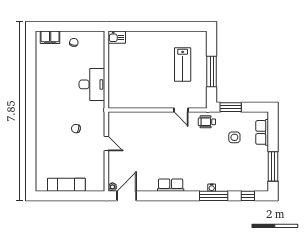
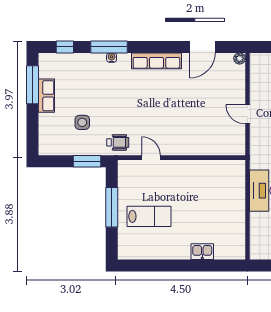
kitchen sink: (117, 37) -> (202, 252), moved
lab bench: (183, 64) -> (149, 216), turned 90
row of seats: (262, 132) -> (46, 96), moved
row of seats: (171, 185) -> (156, 61), width x1.48
door: (127, 196) -> (202, 47), moved

